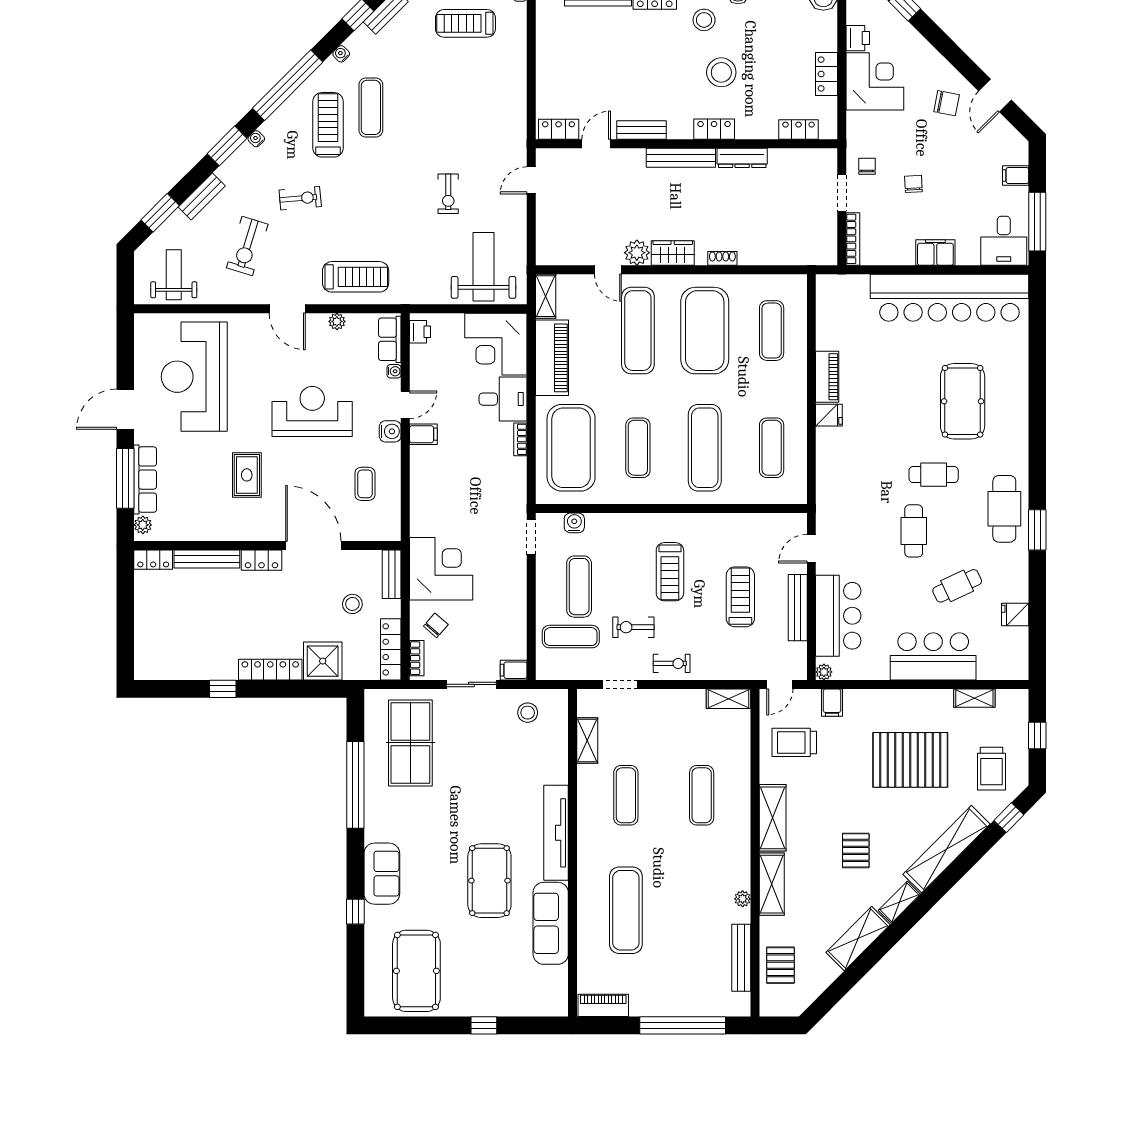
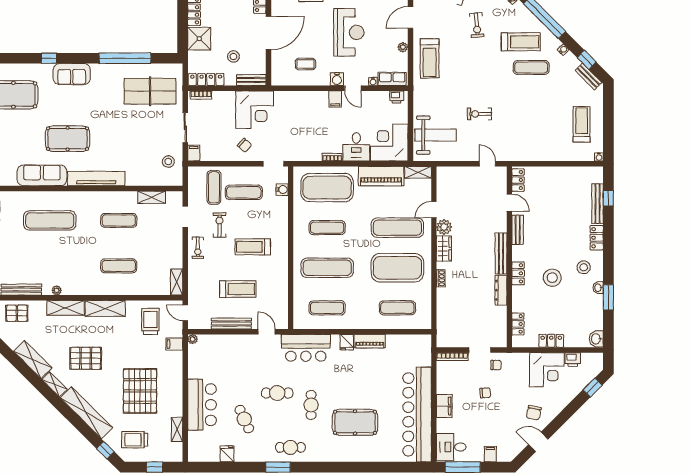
cafe table: (1004, 509) -> (290, 447), width x0.73, depth x0.74
bar counter: (838, 616) -> (306, 348), moved
chair: (436, 625) -> (245, 145), moved
pallet: (856, 850) -> (86, 358), width x1.50, depth x1.42

